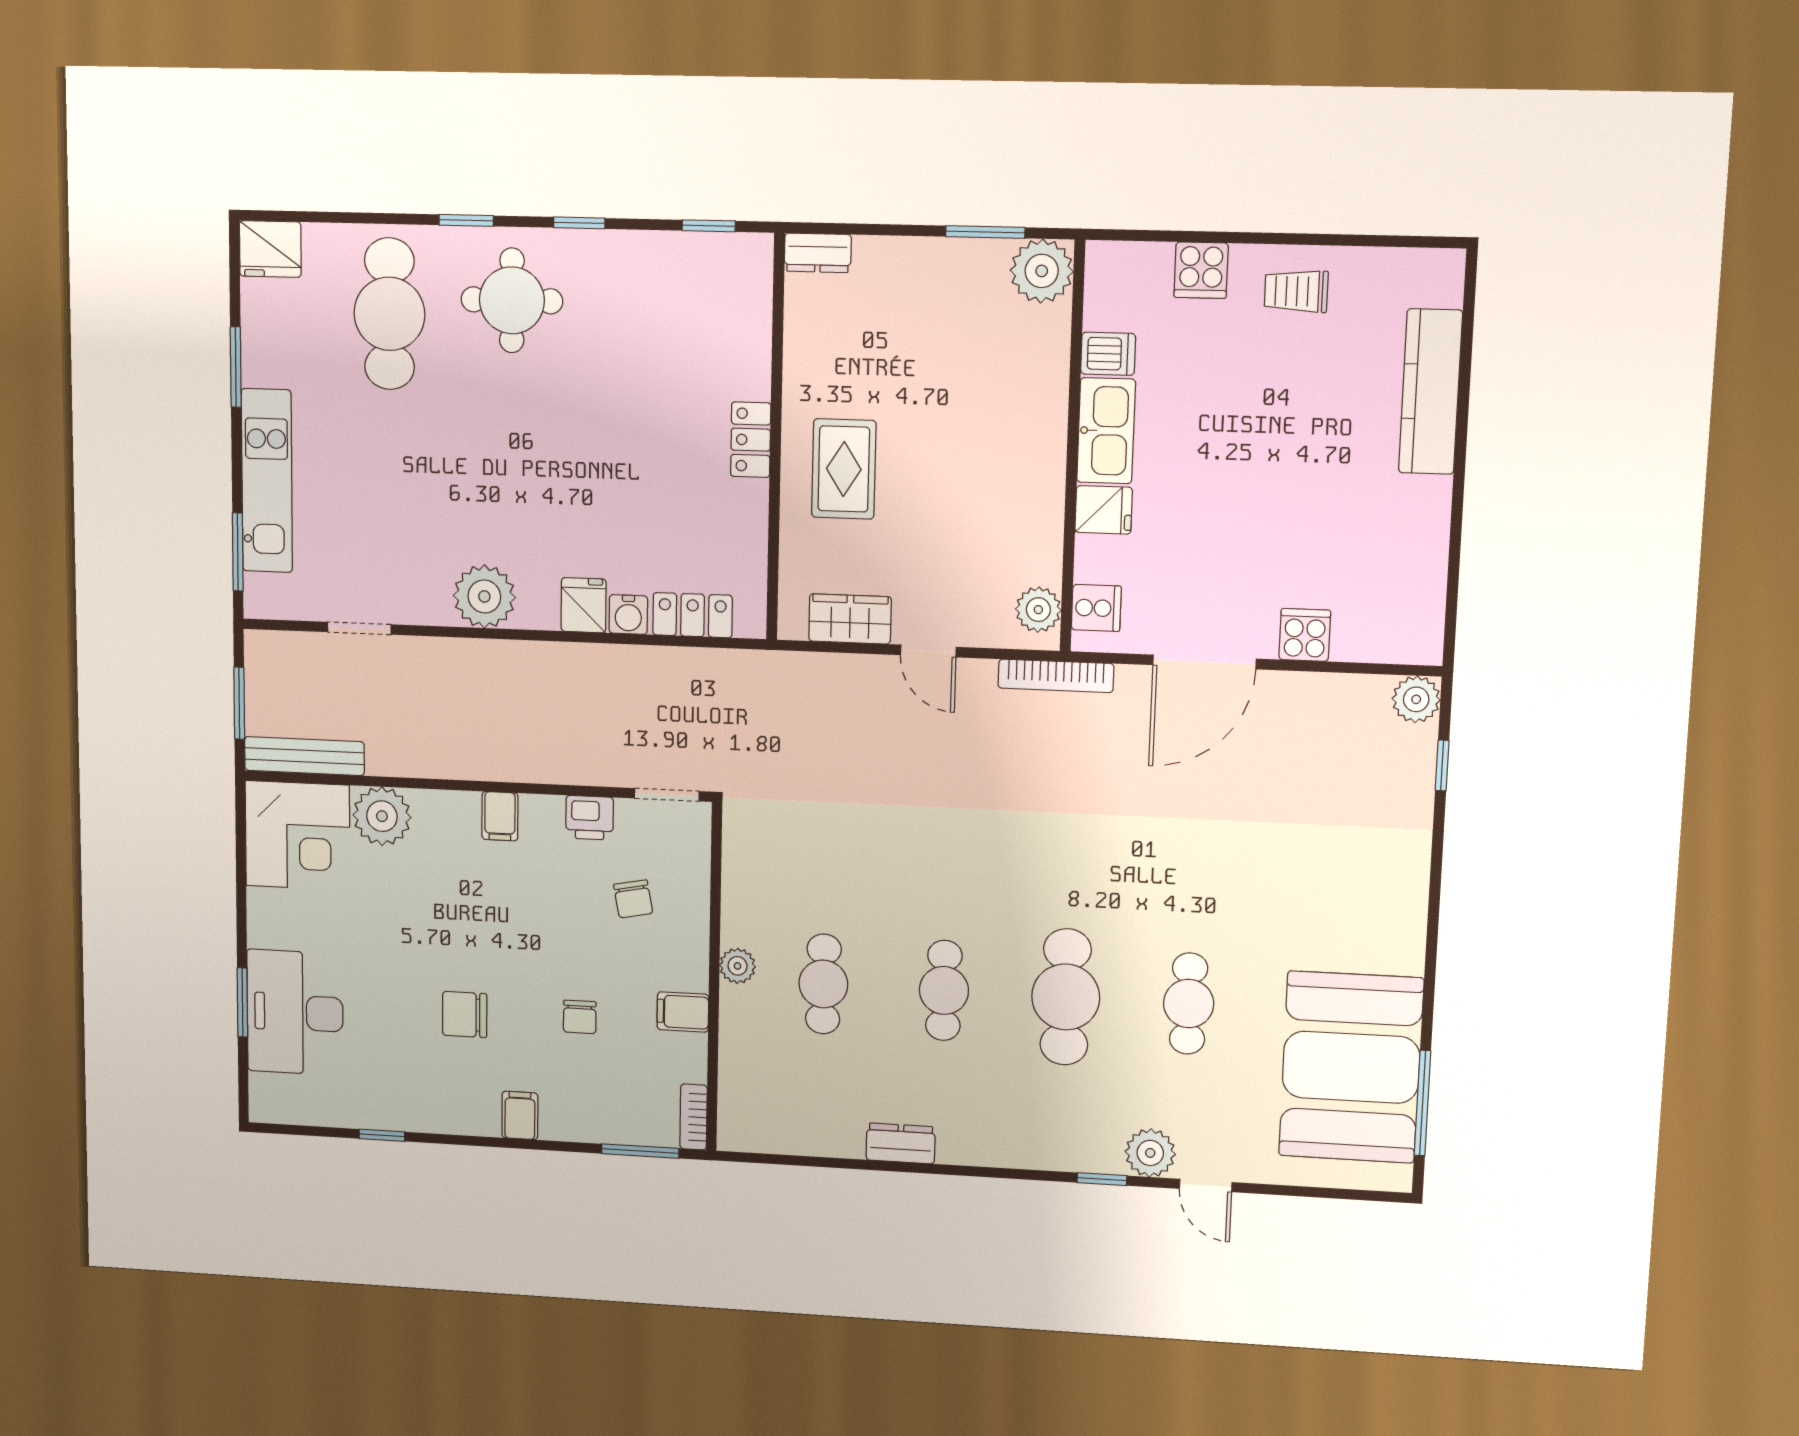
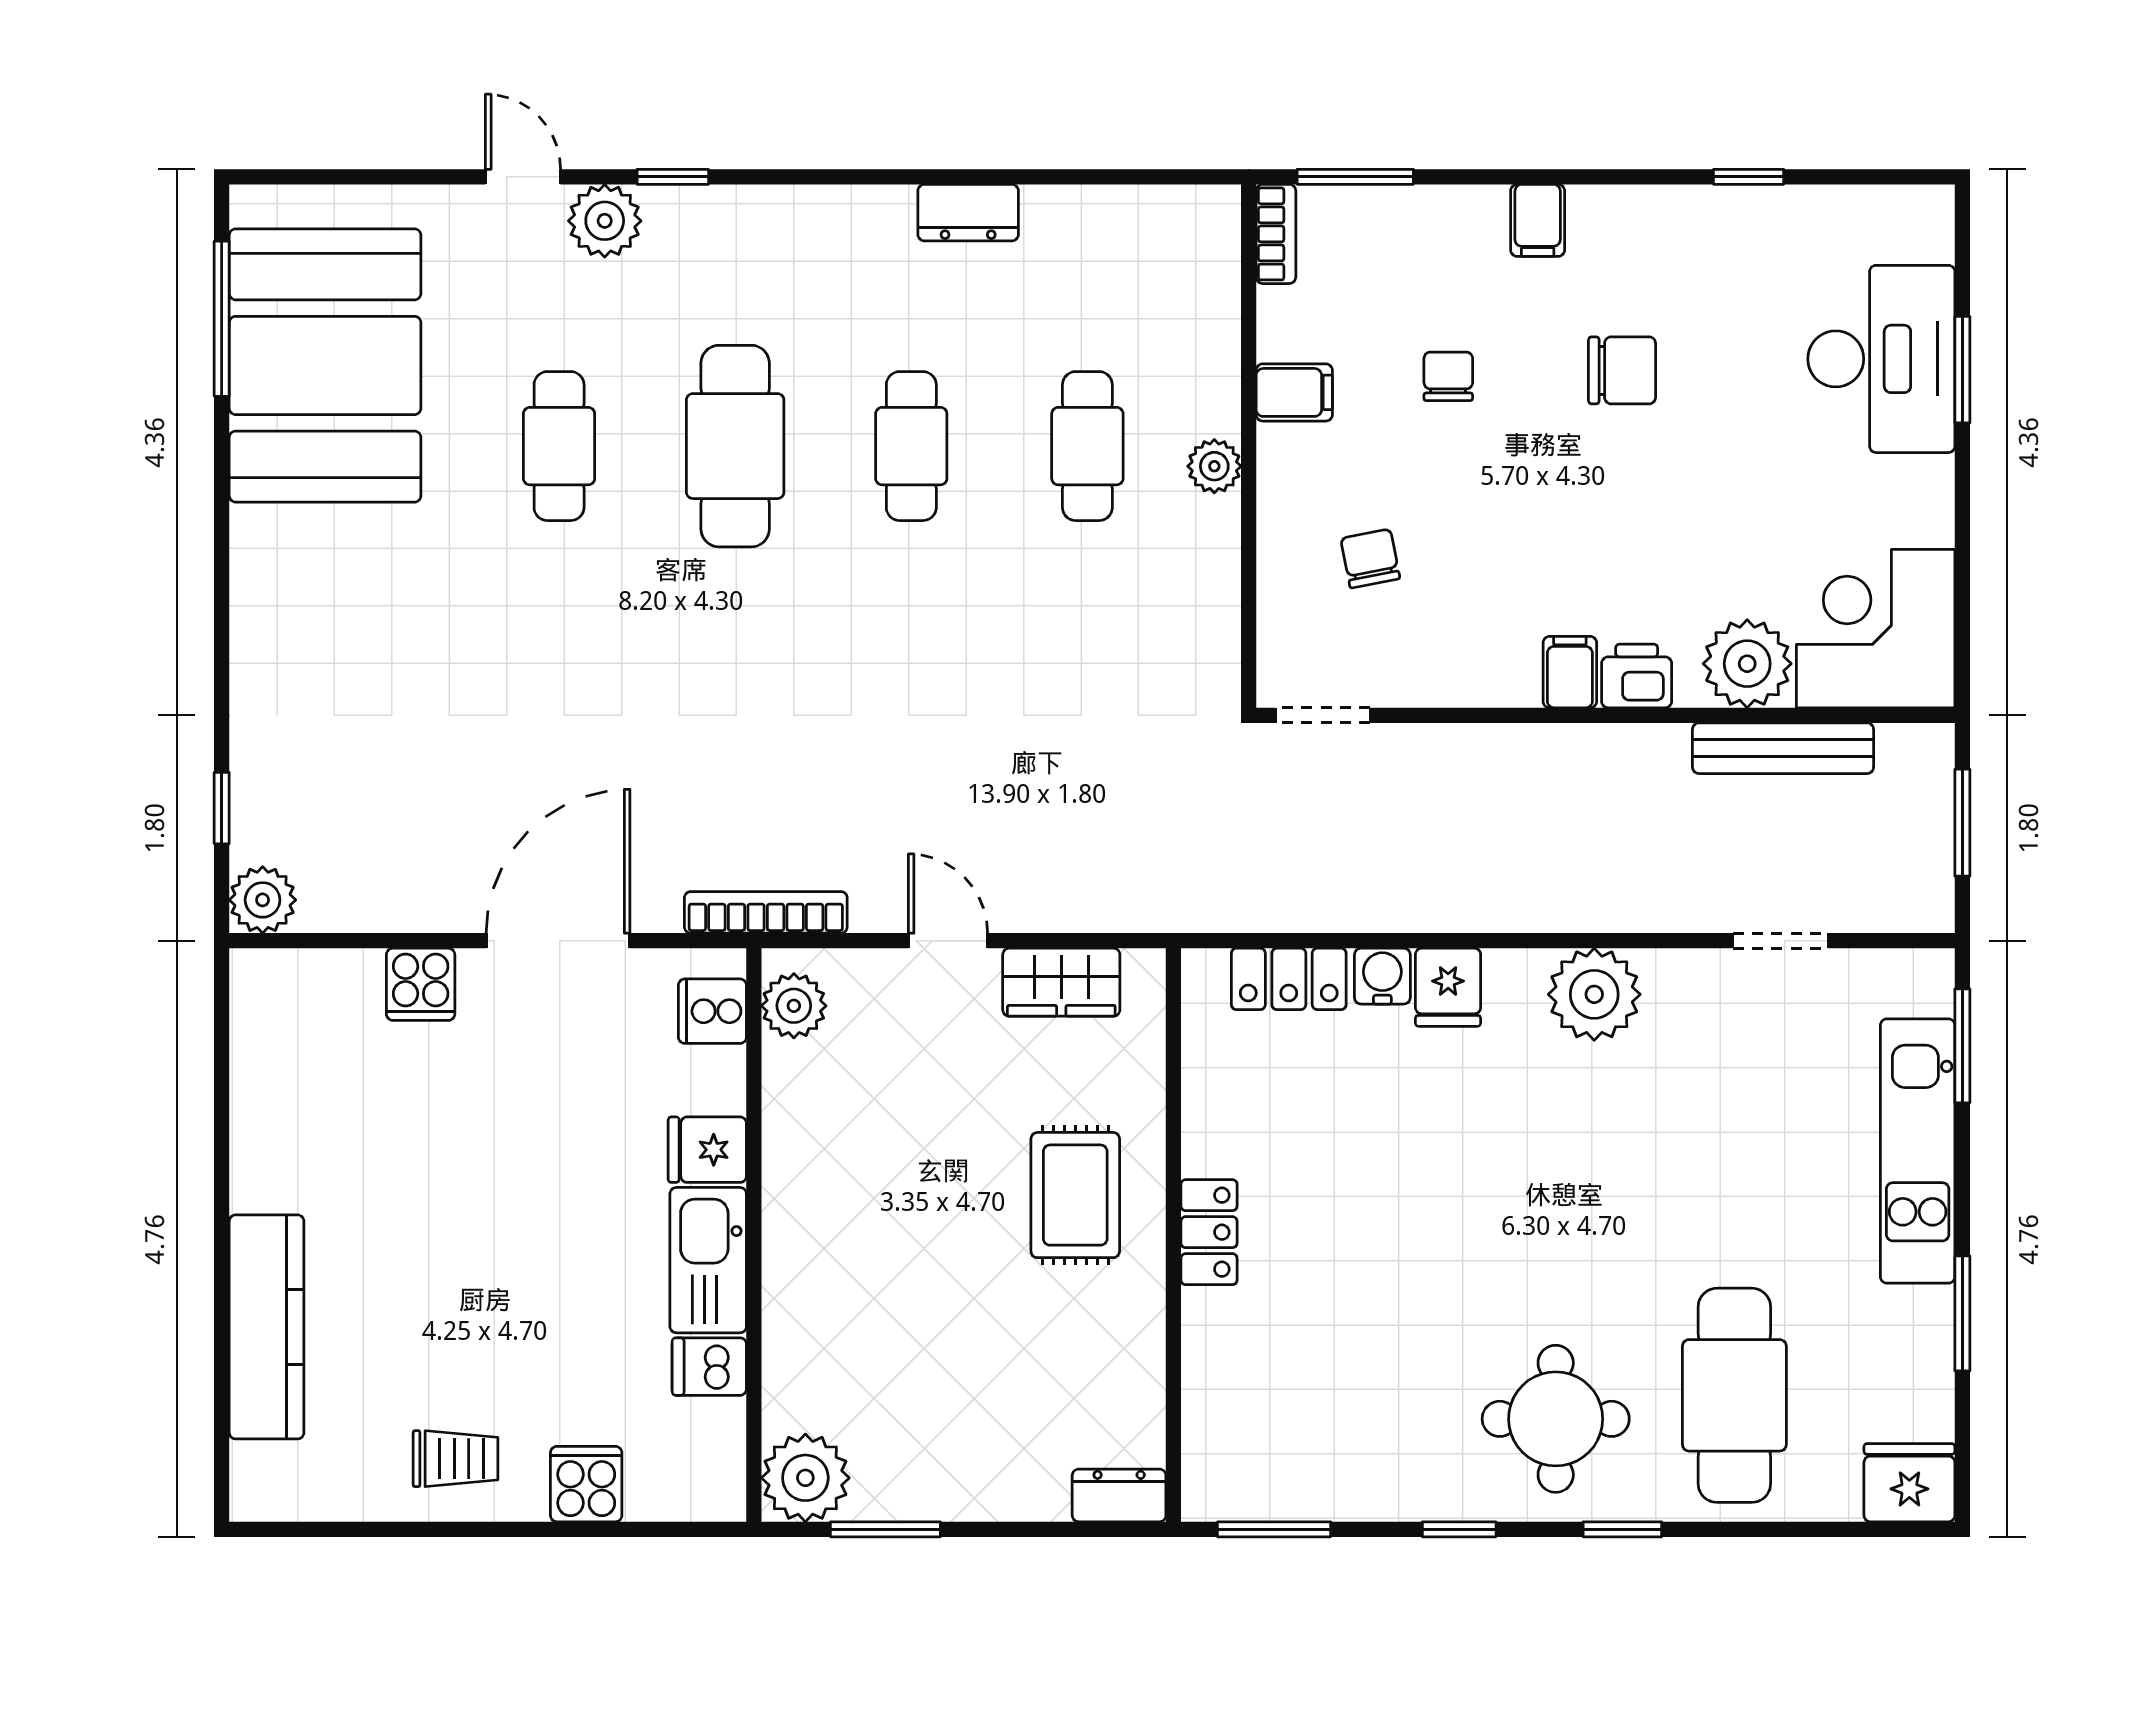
window: (709, 226) -> (1274, 1529), width x1.50
bench: (304, 756) -> (1783, 748), moved
printer: (590, 818) -> (1637, 676), moved

